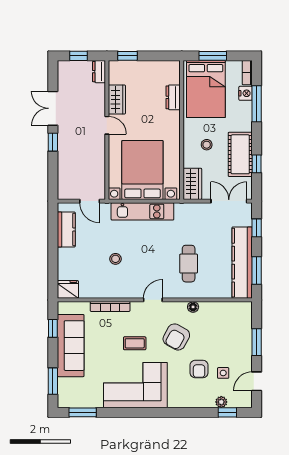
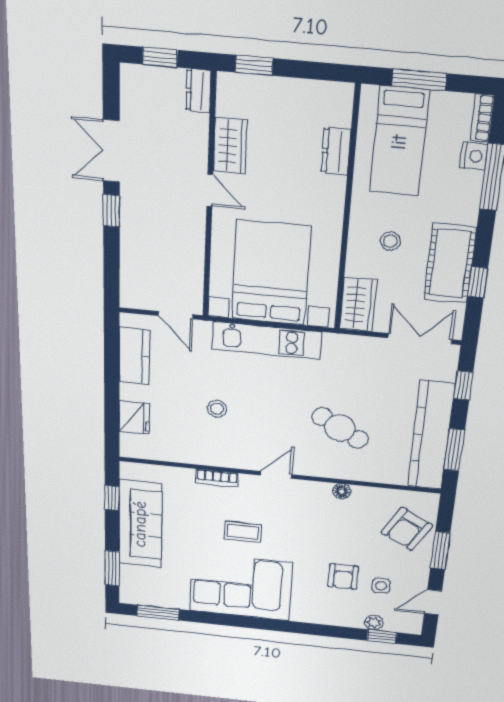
bed: (206, 89) -> (399, 142), width x0.67
cafe table: (189, 264) -> (340, 428), turned -60
fridge: (68, 289) -> (134, 417), moved, turned 90
bookcase: (110, 307) -> (217, 478), width x0.64
armchair: (176, 337) -> (407, 529), moved

